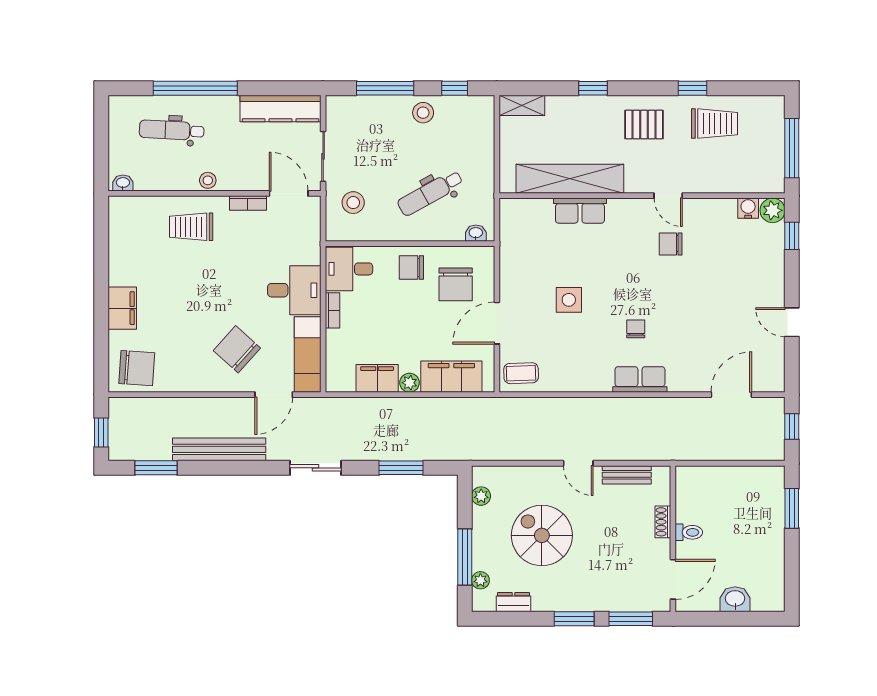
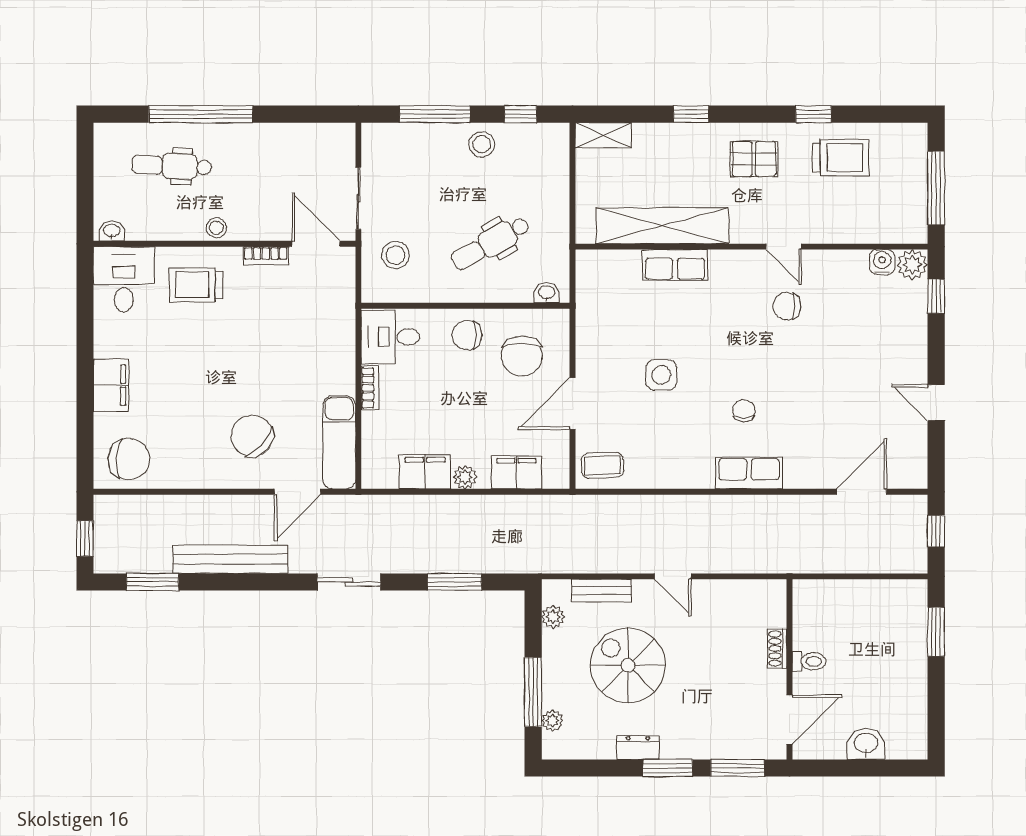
kitchen counter: (281, 108) -> (306, 139), removed
desk: (294, 290) -> (124, 279), moved, turned -90
filing cabinet: (451, 377) -> (516, 472), width x0.67, depth x0.86
bench: (627, 475) -> (601, 591), moved
dresser: (513, 602) -> (638, 748), moved

